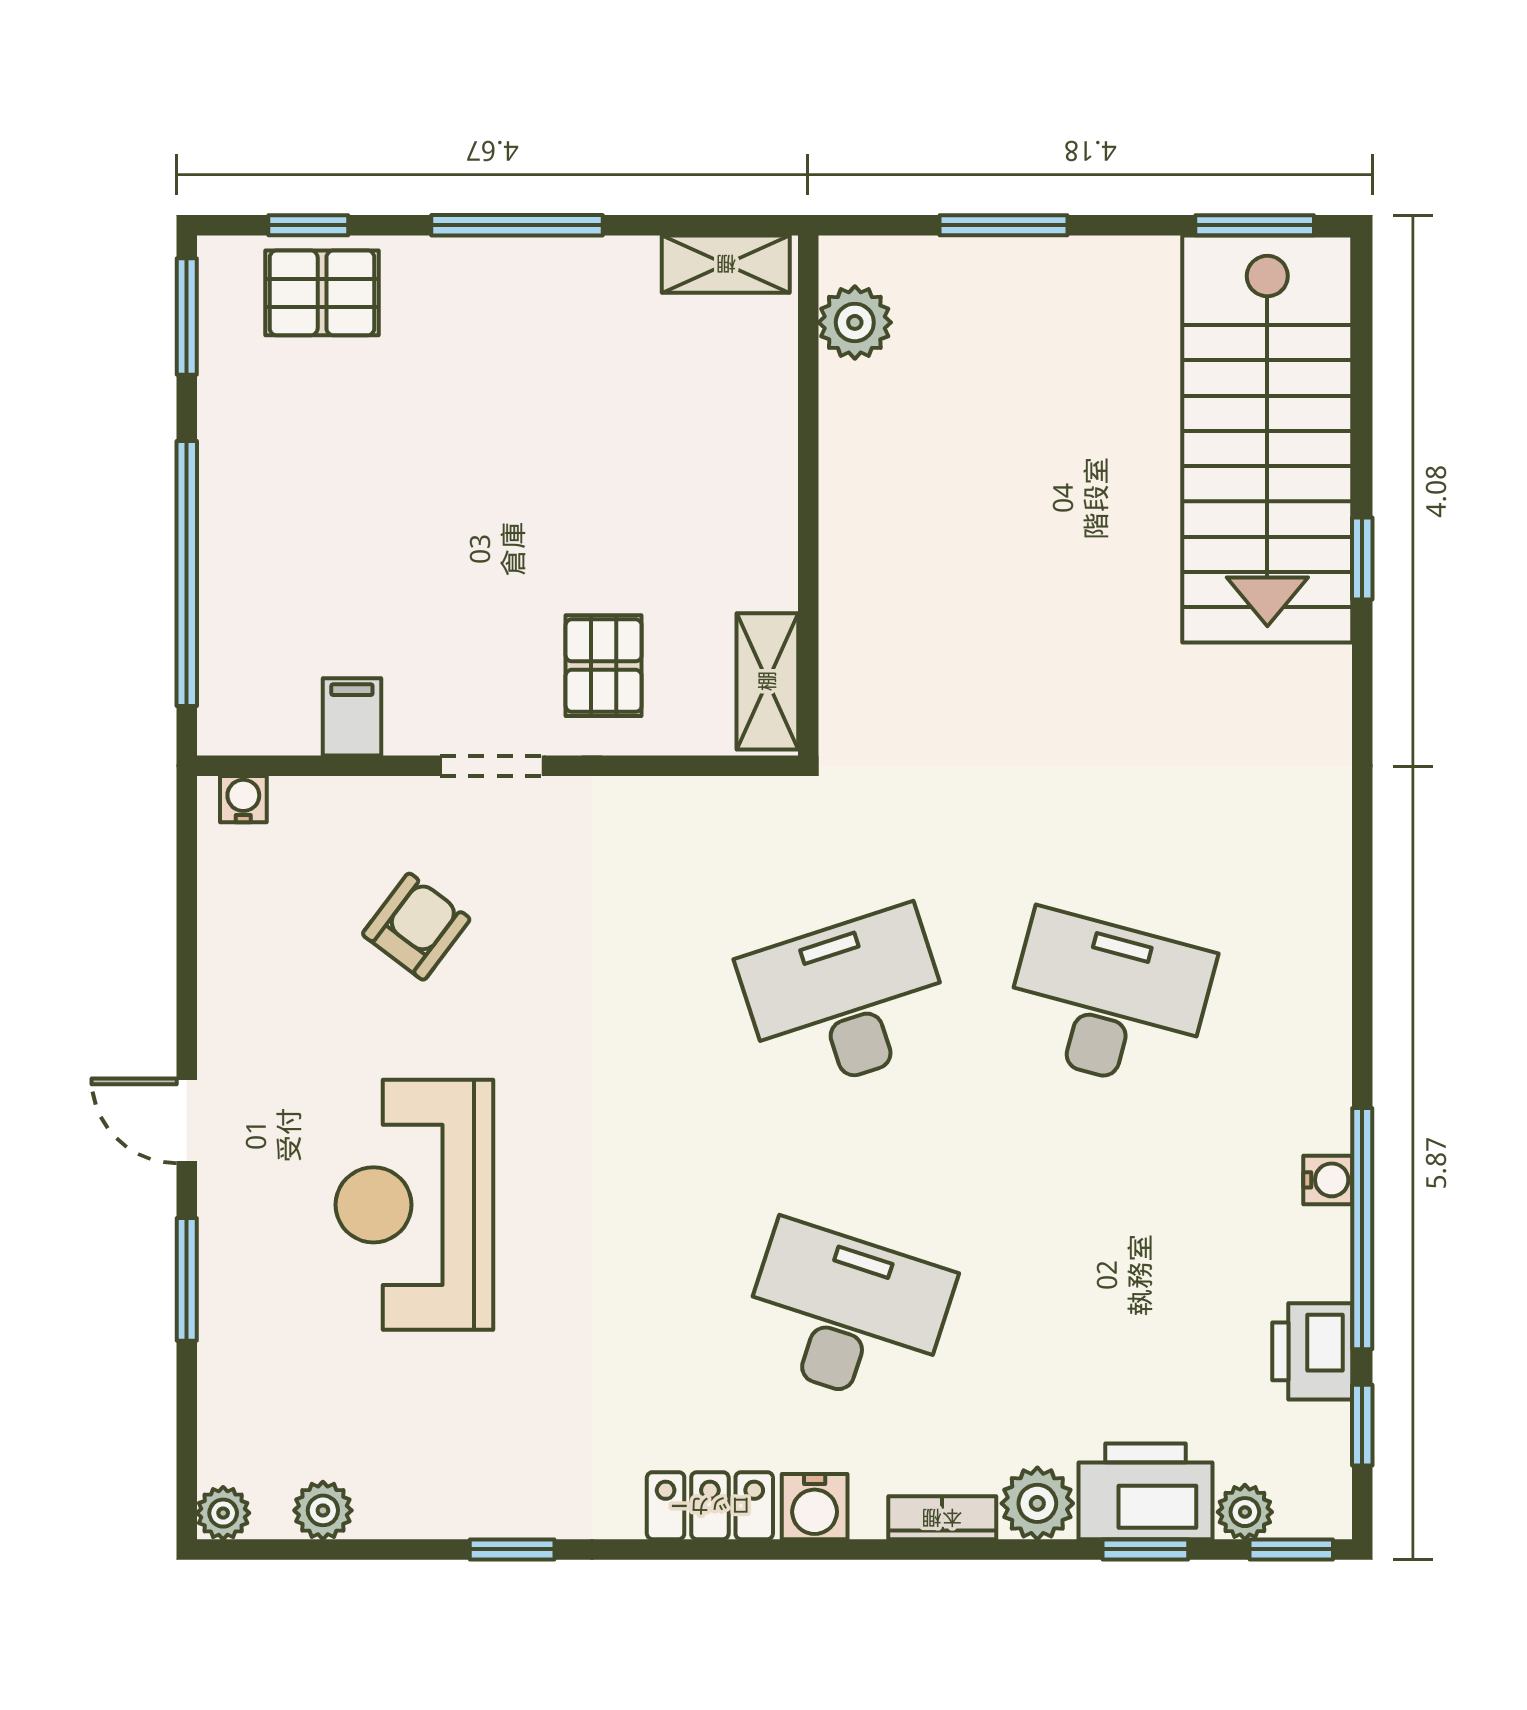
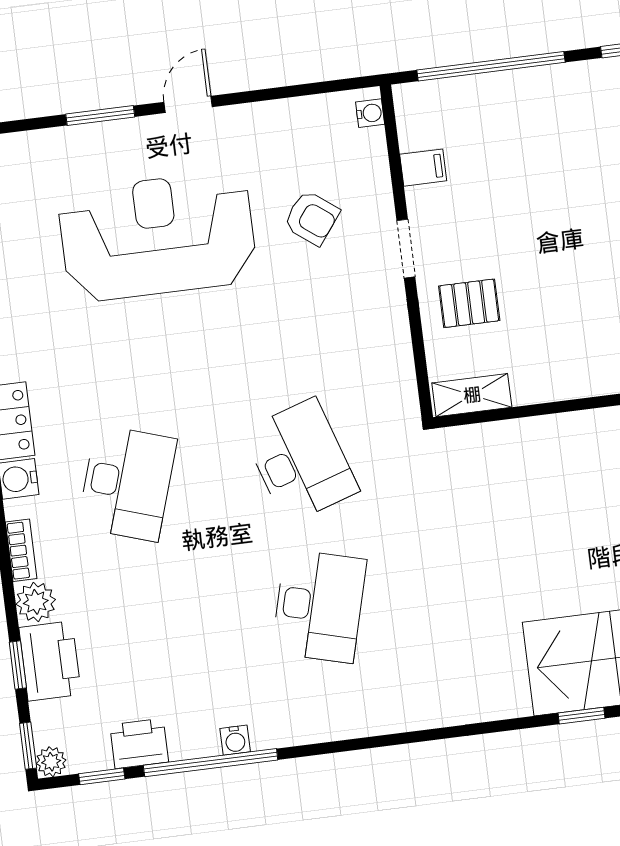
reception desk: (414, 1205) -> (157, 236), width x1.36, depth x1.30
plant: (1245, 1512) -> (51, 762), moved

